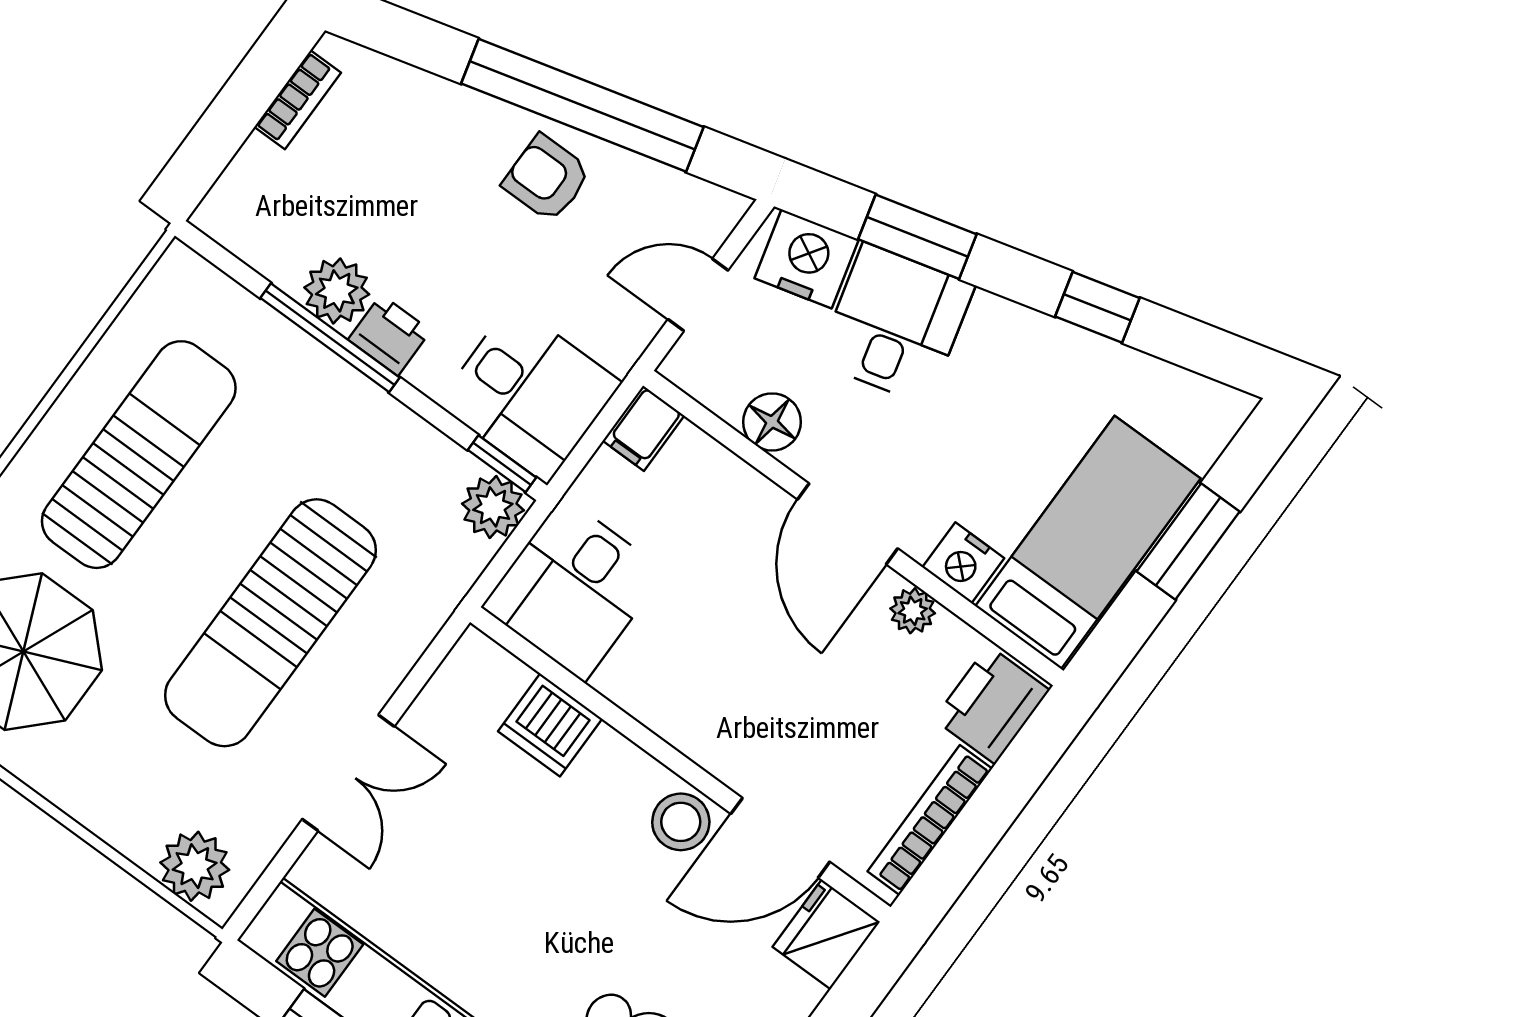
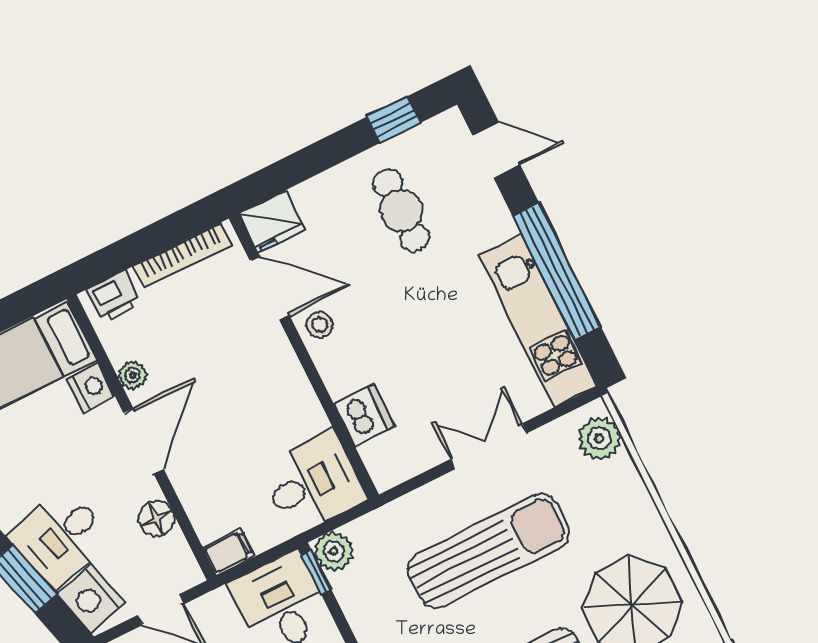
printer: (992, 705) -> (114, 297), width x0.73, depth x0.81
stool: (681, 822) -> (320, 325), width x0.73, depth x0.73

